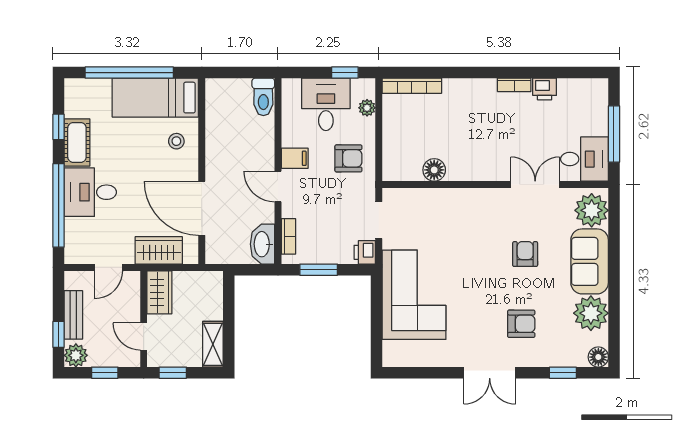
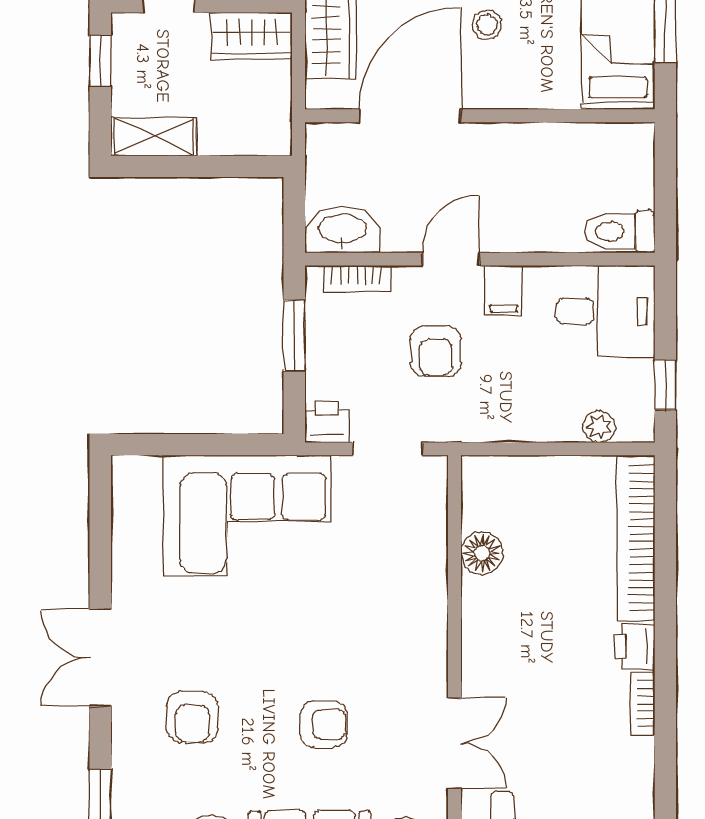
bookcase: (412, 86) -> (636, 538), width x1.48, depth x1.31
printer: (545, 89) -> (634, 646), moved
desk: (326, 104) -> (605, 311), moved
stool: (176, 141) -> (487, 25), moved
armchair: (348, 158) -> (436, 351), moved

